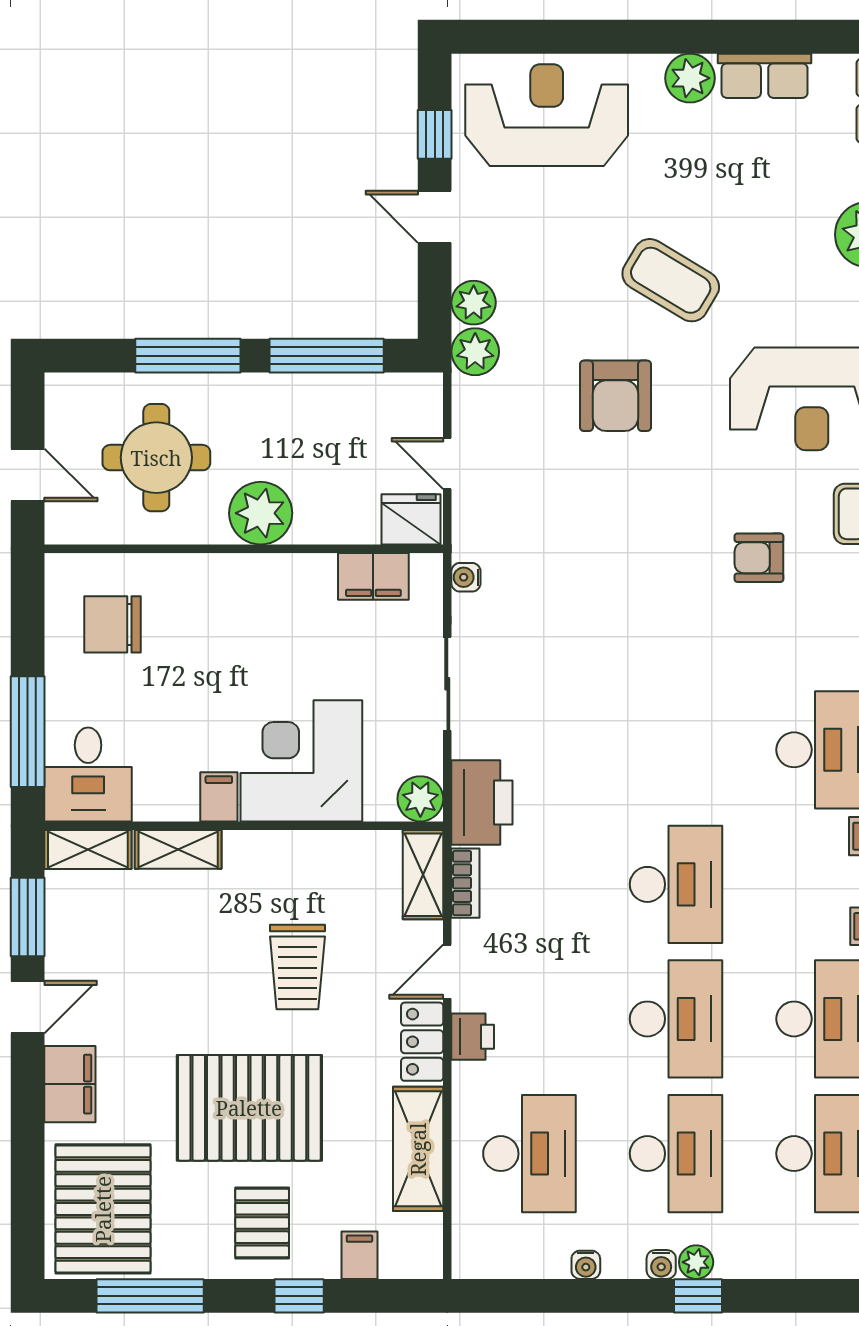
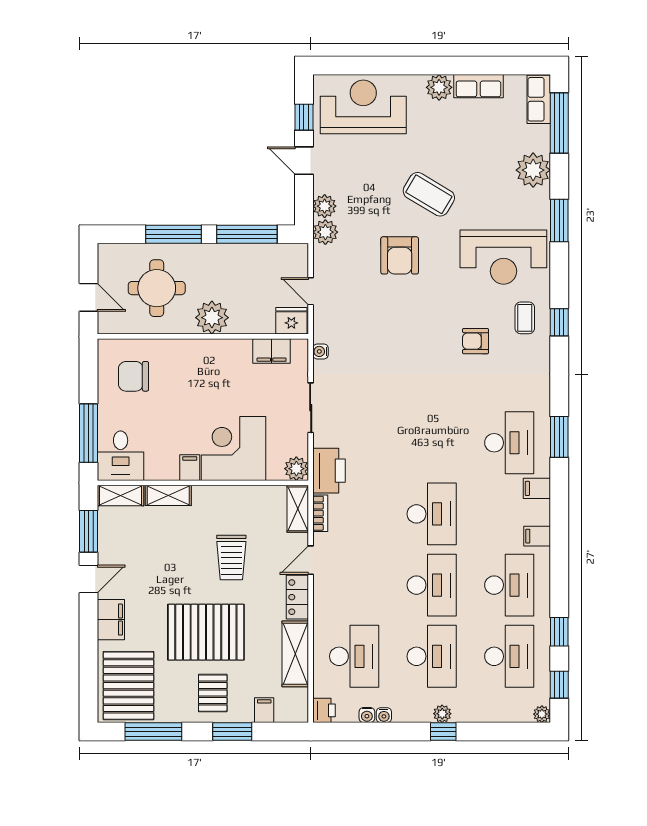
printer: (473, 1037) -> (324, 710), moved
water cooler: (661, 1265) -> (367, 715), moved
window: (299, 1296) -> (232, 732), width x1.50

